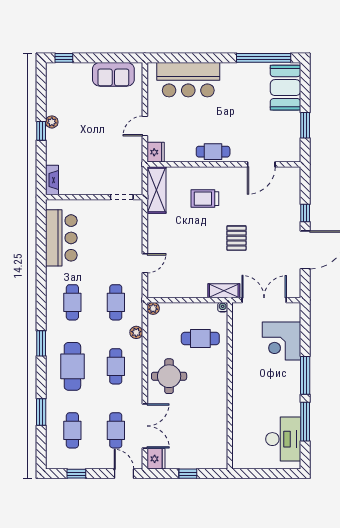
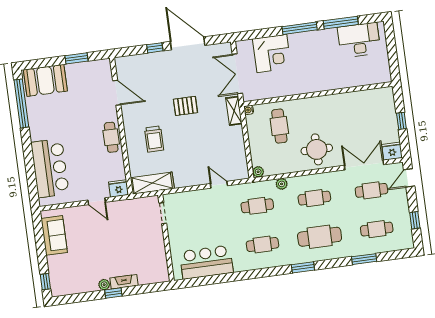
fireplace: (52, 180) -> (124, 282), moved

